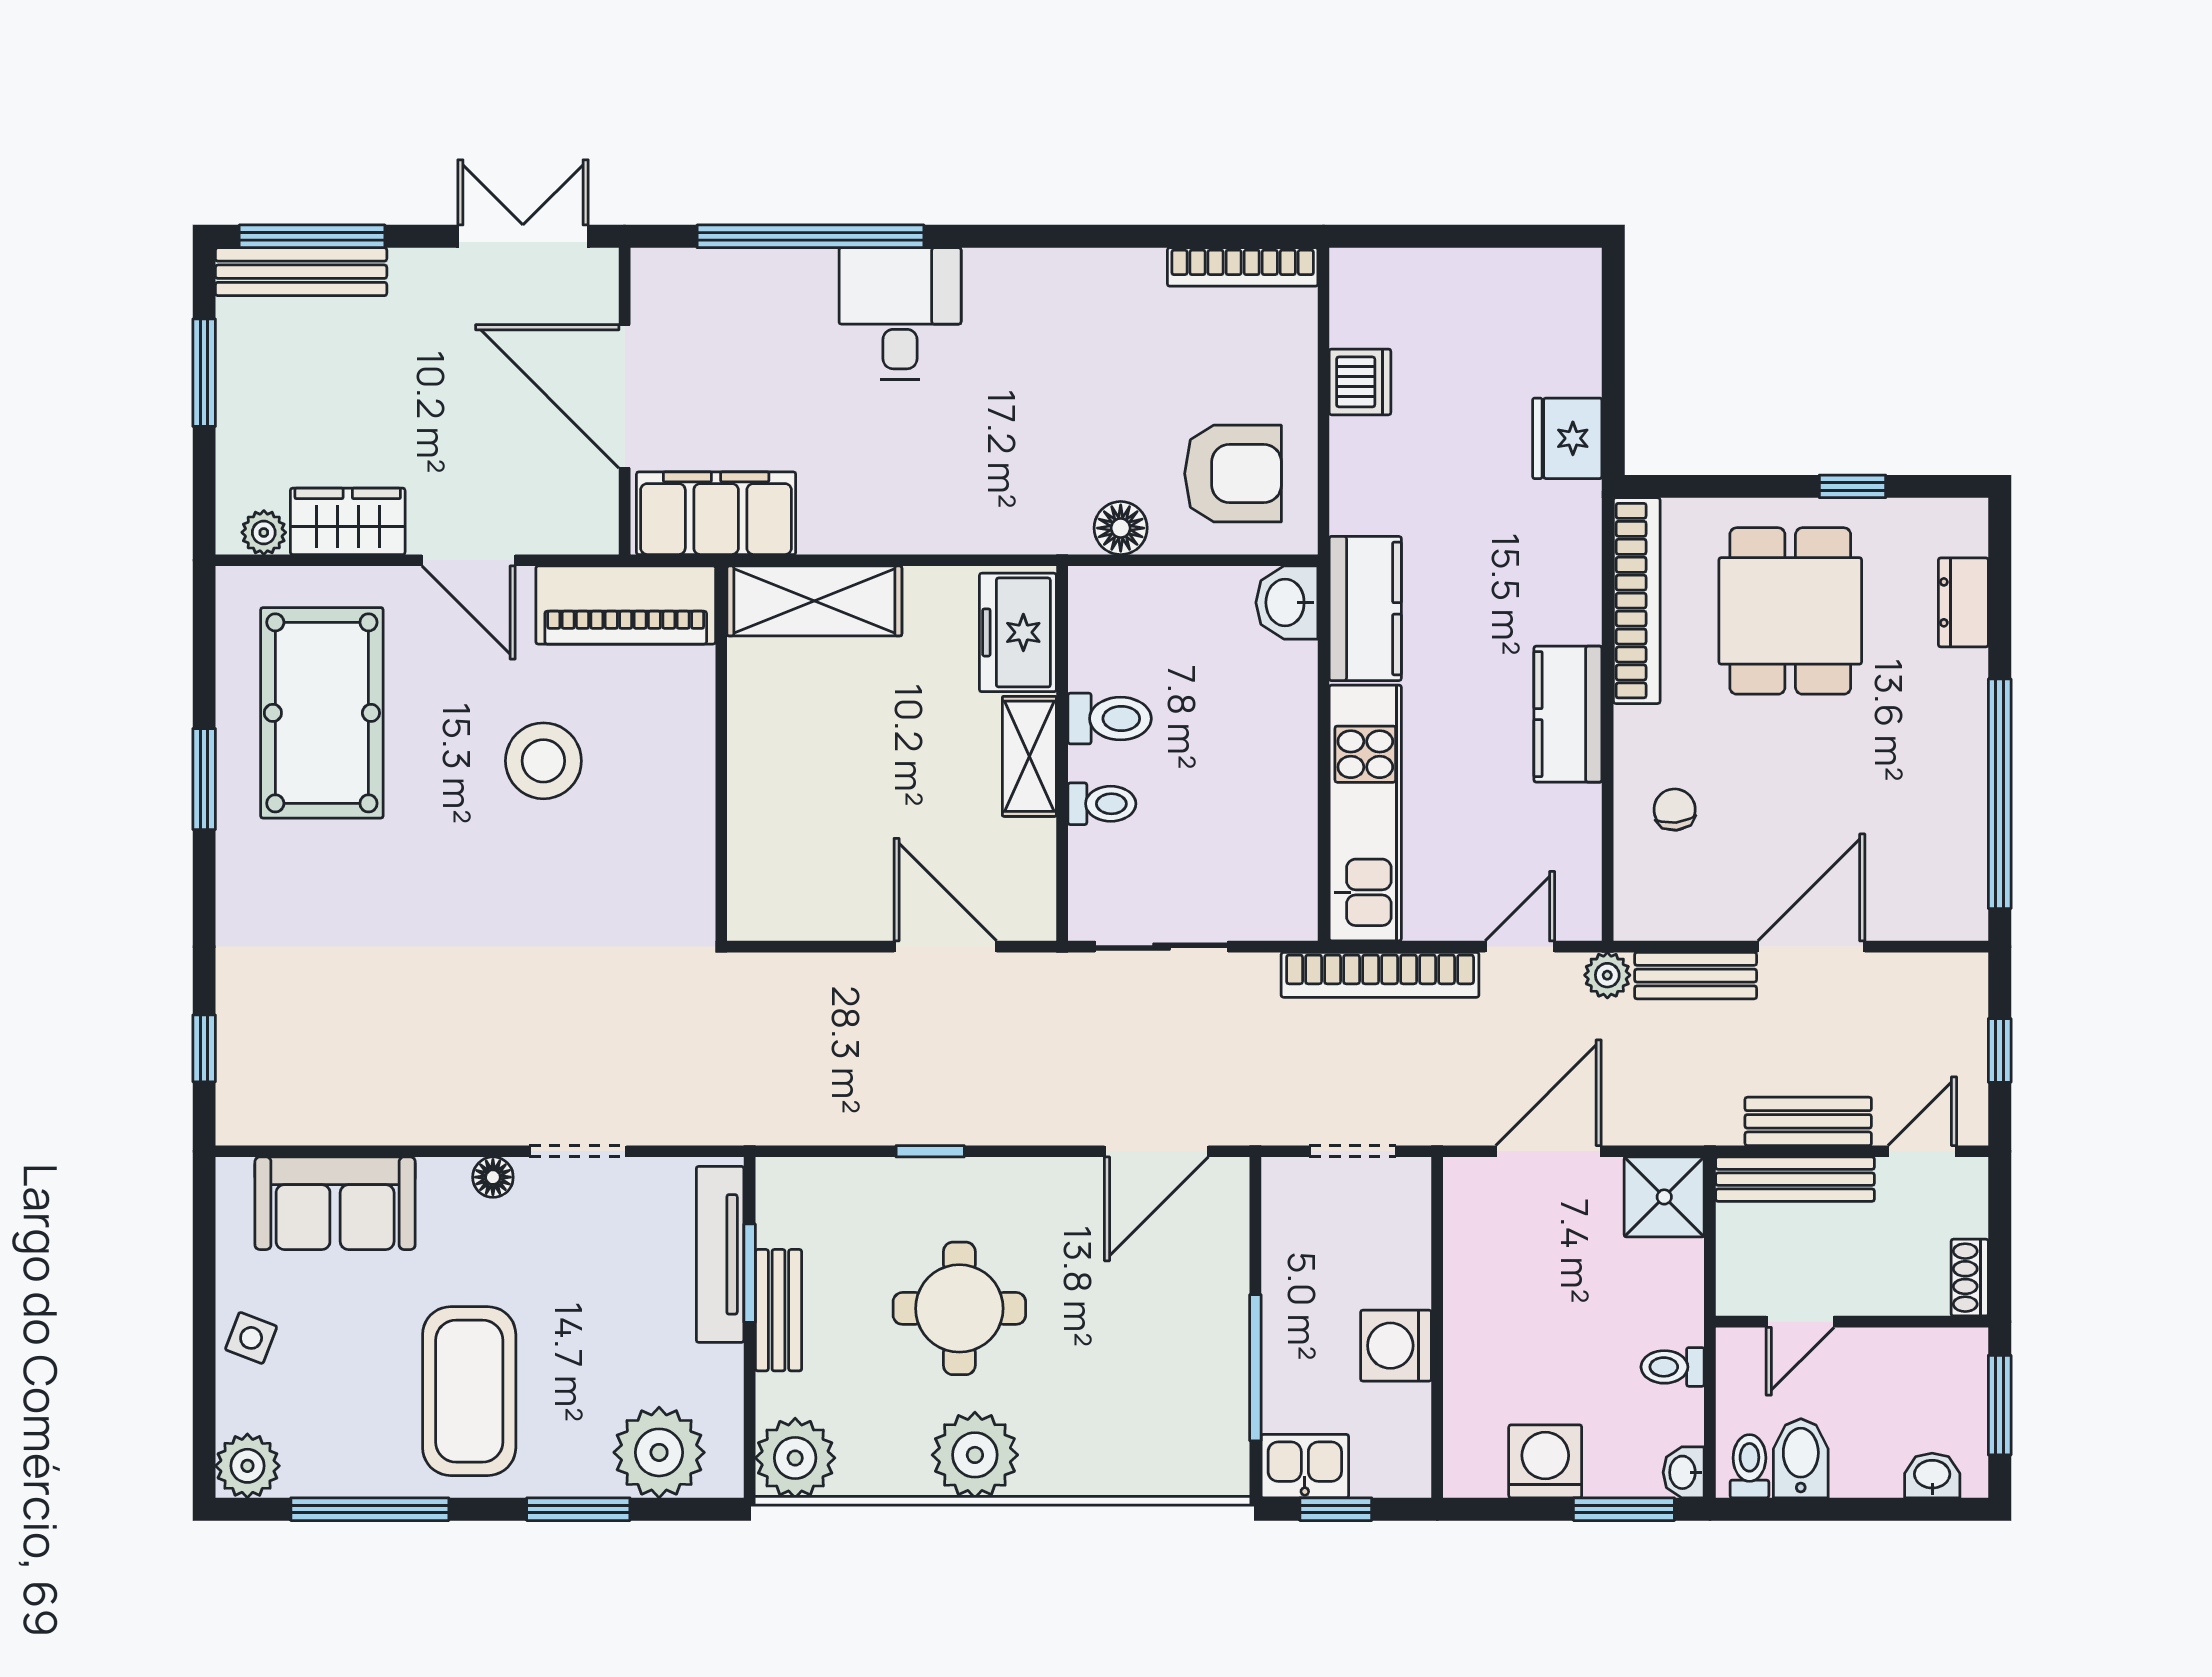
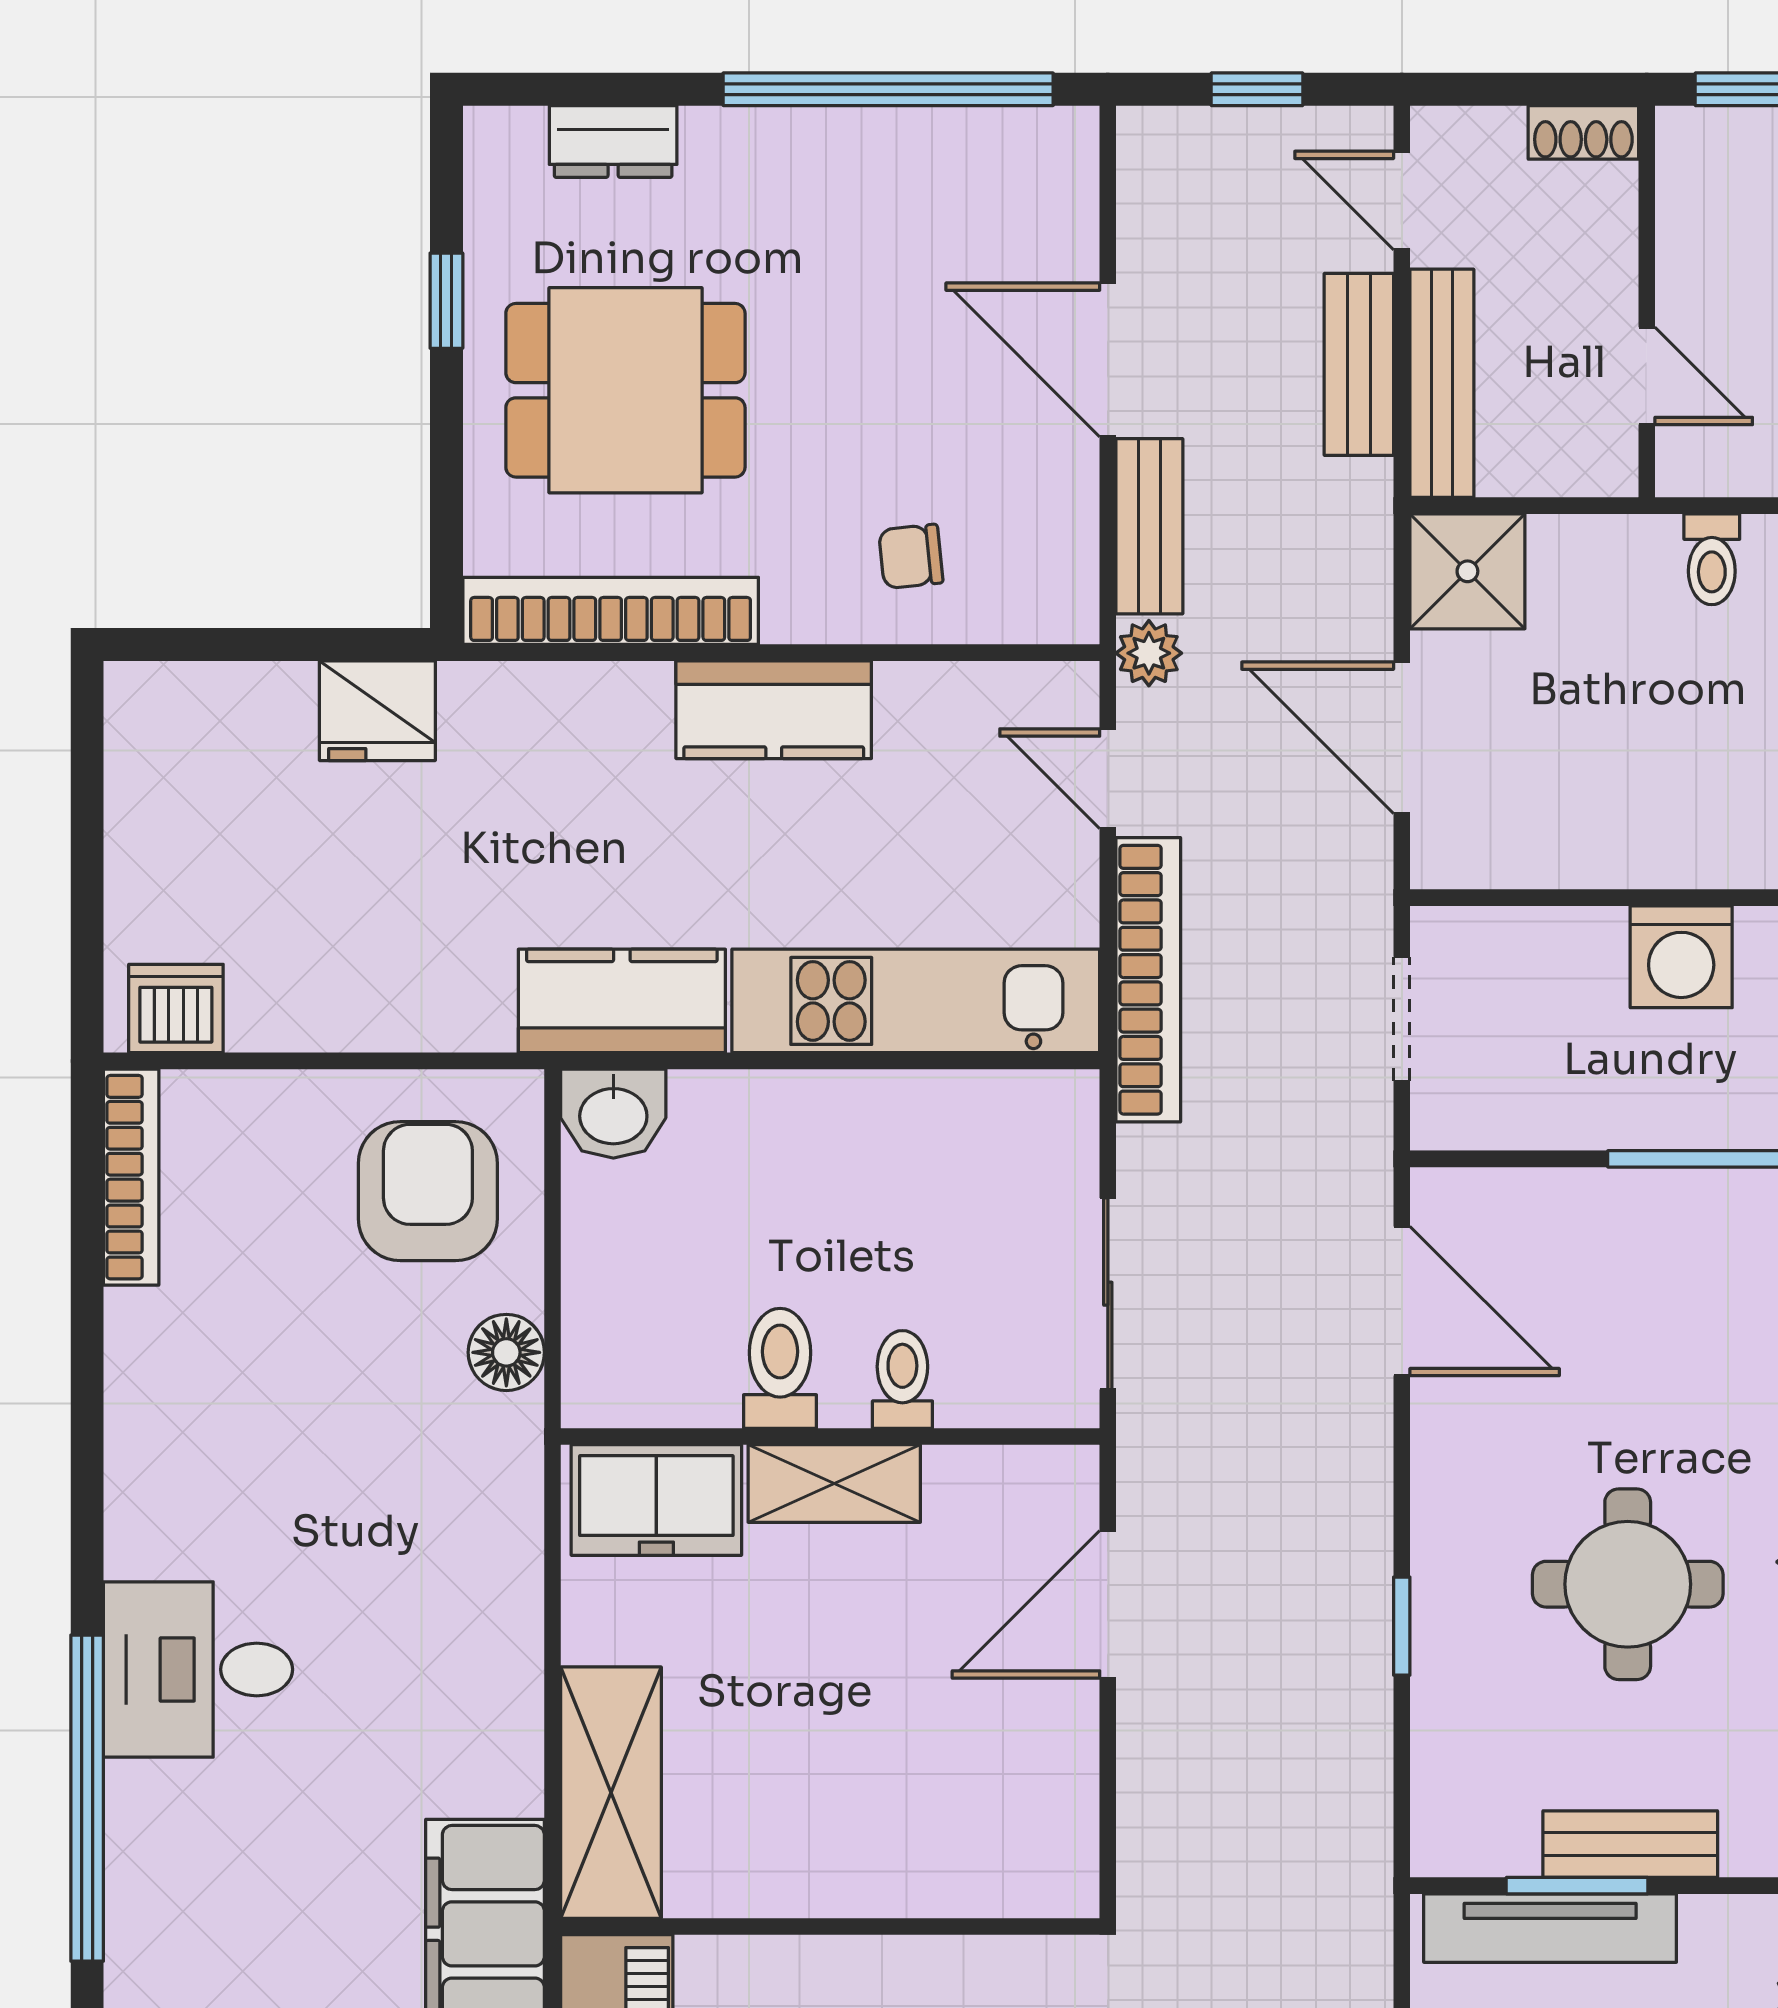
dishwasher: (1360, 382) -> (176, 1008), moved

